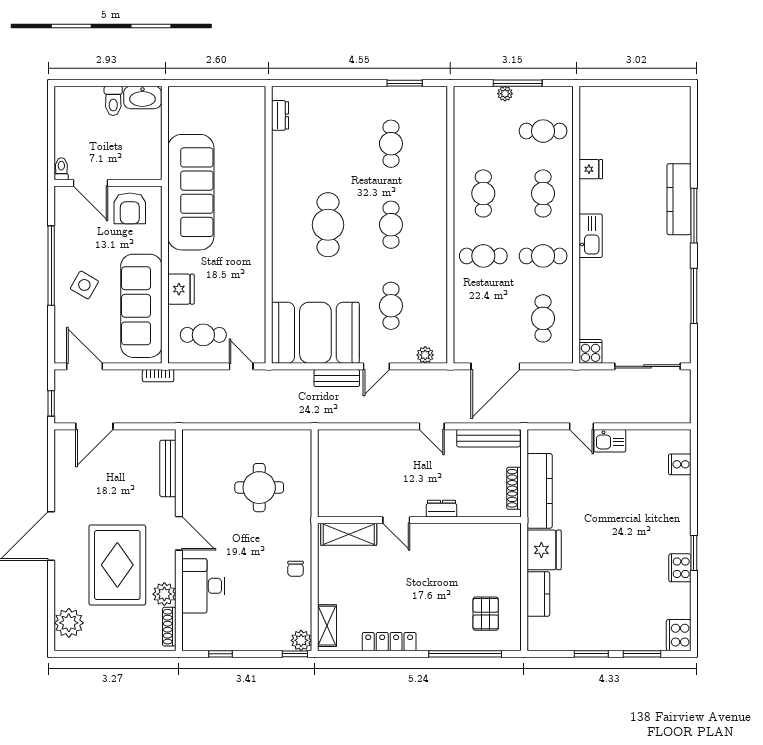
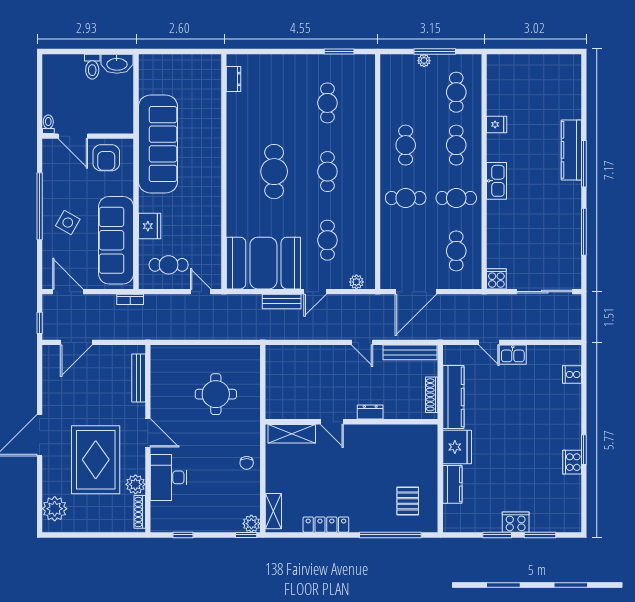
cafe table: (543, 131) -> (456, 92), turned 90
cooker: (679, 635) -> (516, 522), moved, turned 90

